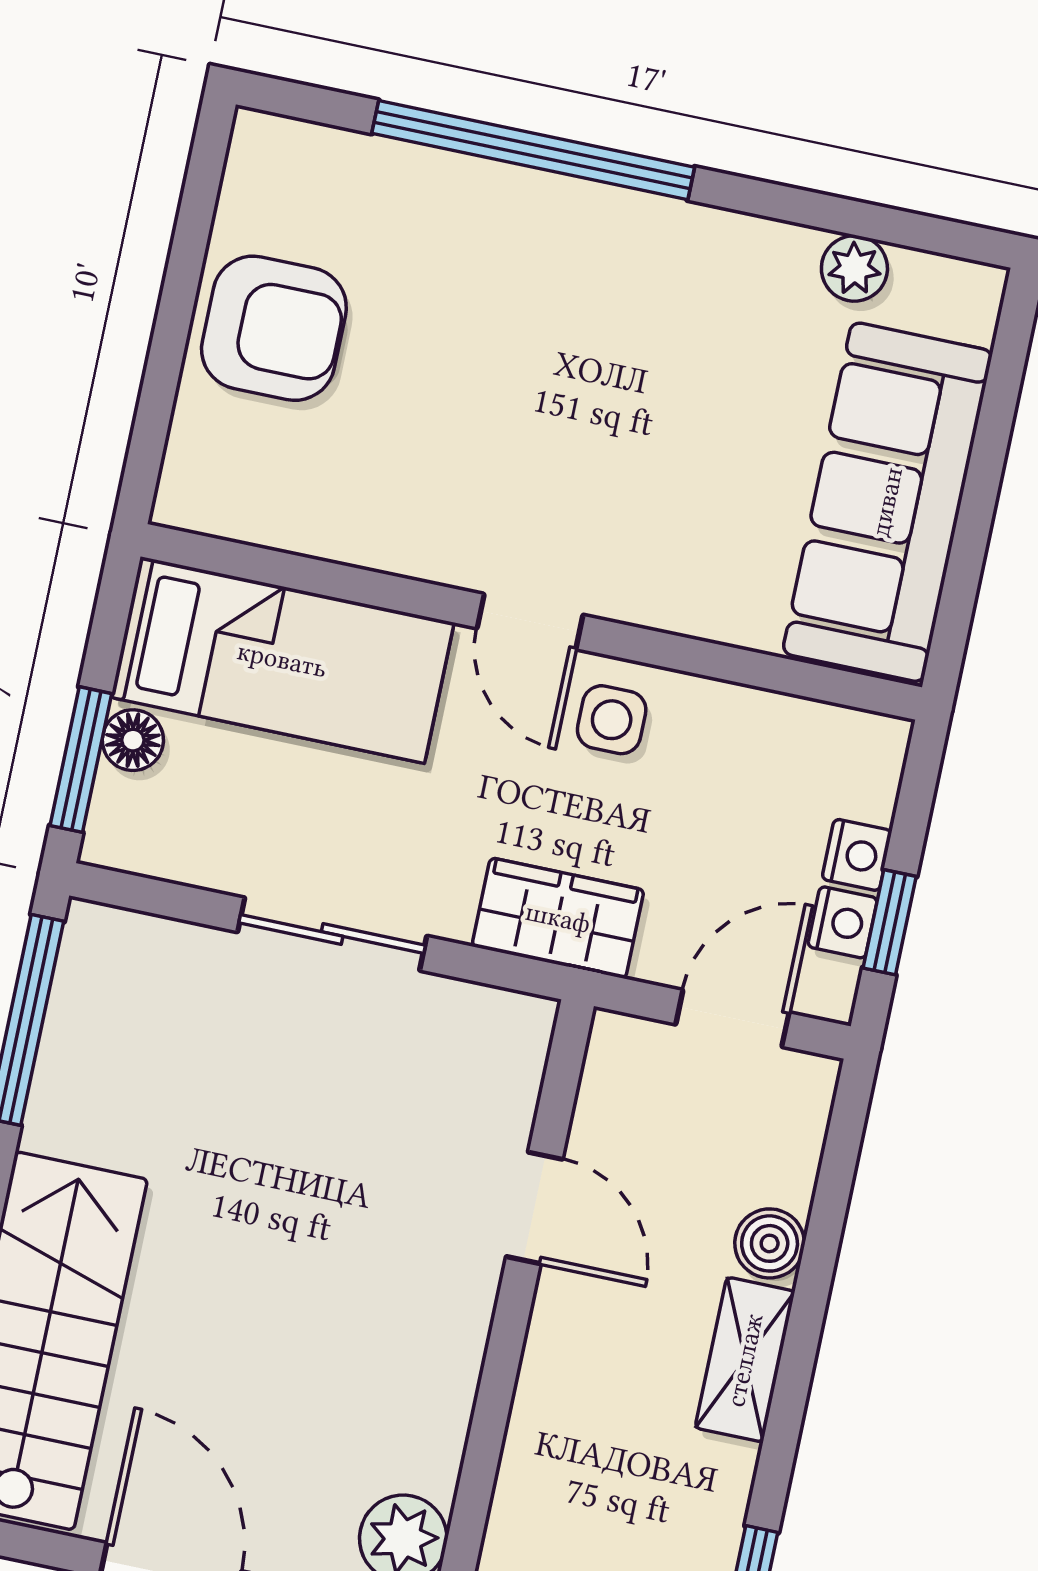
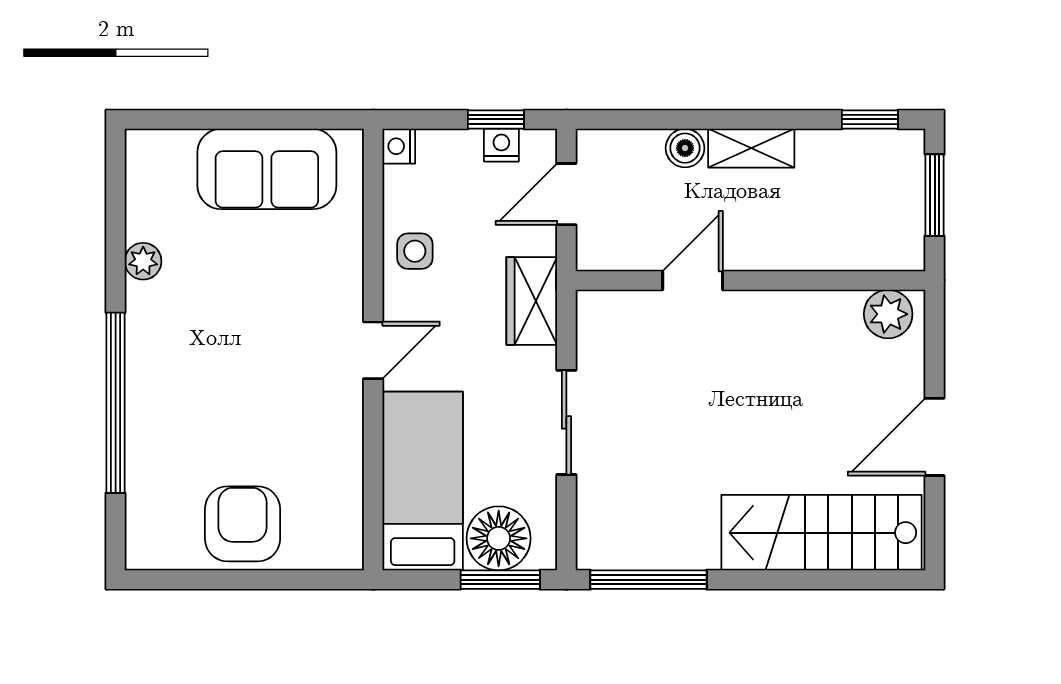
plant: (854, 268) -> (143, 261), moved
sofa: (887, 502) -> (267, 169), width x0.73
side table: (612, 720) -> (415, 251), moved
floor lamp: (133, 740) -> (499, 538), width x1.89, depth x1.89
nightstand: (857, 855) -> (399, 146), moved, turned -90
door: (732, 1018) -> (566, 194), hinge flipped

